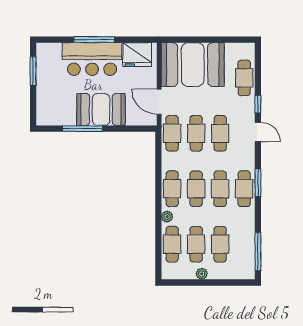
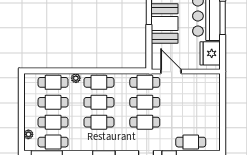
booth: (193, 65) -> (202, 99), removed
door: (159, 102) -> (171, 72), hinge flipped
cafe table: (244, 189) -> (53, 142), moved
plant: (202, 274) -> (28, 134), moved

